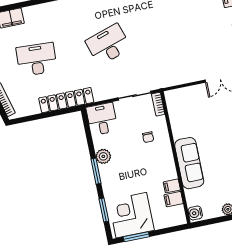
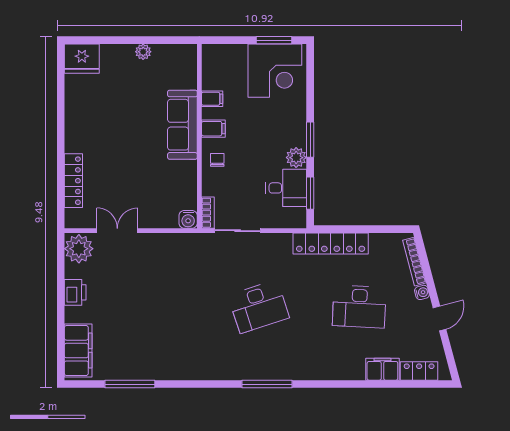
desk: (102, 119) -> (286, 188), moved, turned -90
chair: (148, 137) -> (217, 160), moved
filing cabinet: (174, 199) -> (213, 129), moved
window: (104, 210) -> (310, 193), moved
water cooler: (195, 213) -> (188, 219), moved, turned 90

